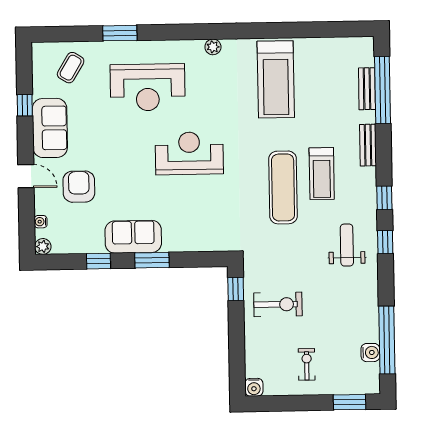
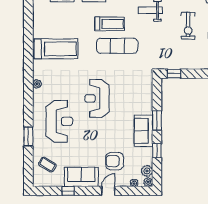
plant: (62, 244) -> (147, 171), added
exercise bike: (278, 304) -> (188, 26), moved, turned 180

